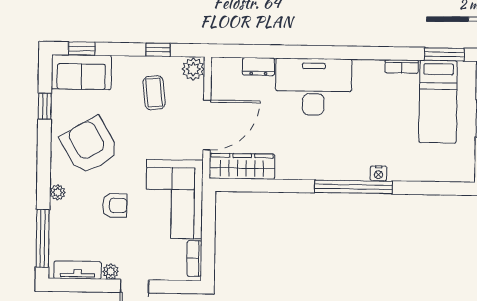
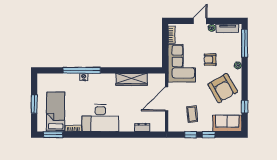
window: (82, 49) -> (209, 135), moved
plant: (193, 69) -> (173, 126), removed
desk: (314, 87) -> (100, 118), moved
wardrobe: (242, 166) -> (132, 79), moved
window: (353, 187) -> (82, 70), moved

